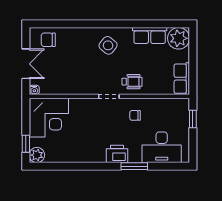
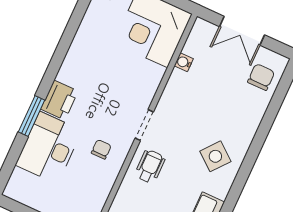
wheelchair: (132, 82) -> (150, 166), turned 180
water cooler: (34, 90) -> (184, 62), moved
desk: (162, 147) -> (49, 148), moved

